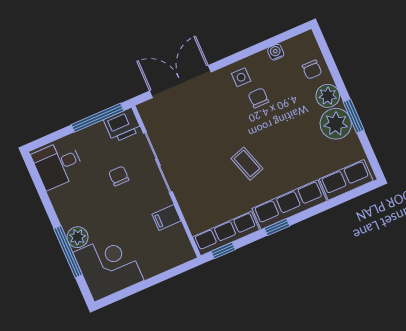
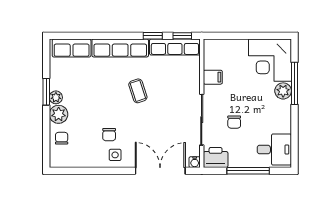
water cooler: (276, 52) -> (195, 162), moved
double door: (180, 82) -> (160, 171), swing flipped
window: (97, 118) -> (248, 171), moved
plant: (336, 124) -> (56, 97), width x0.53, depth x0.53
window: (277, 227) -> (153, 36), moved

